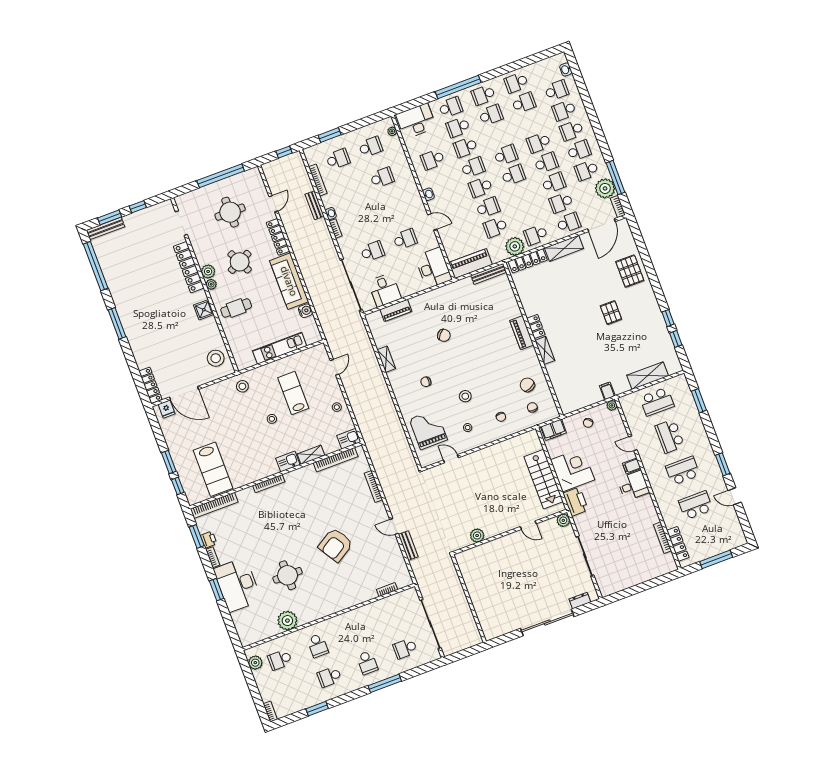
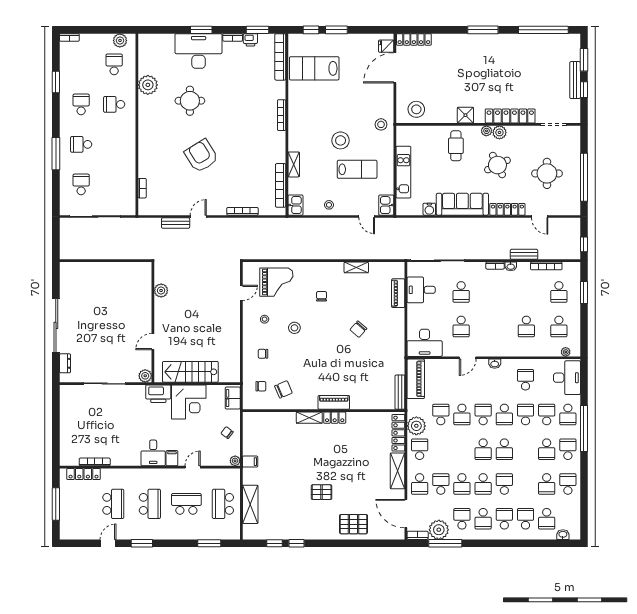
bench: (105, 228) -> (575, 80), moved
stool: (272, 419) -> (341, 140), width x1.89, depth x1.89
kitchen sink: (288, 461) -> (386, 205), moved, turned 180

